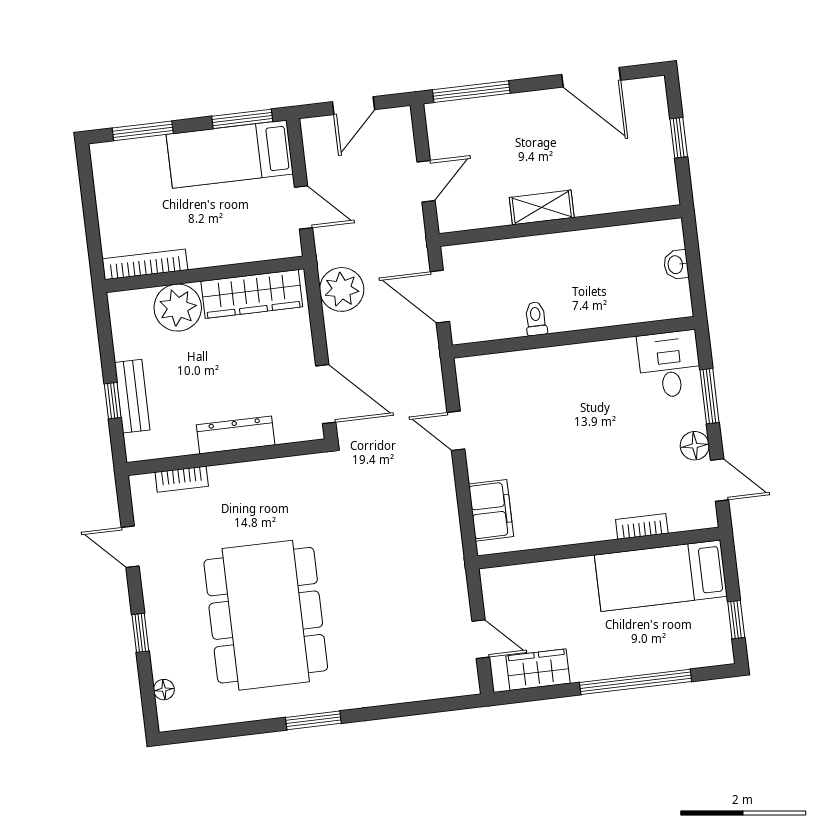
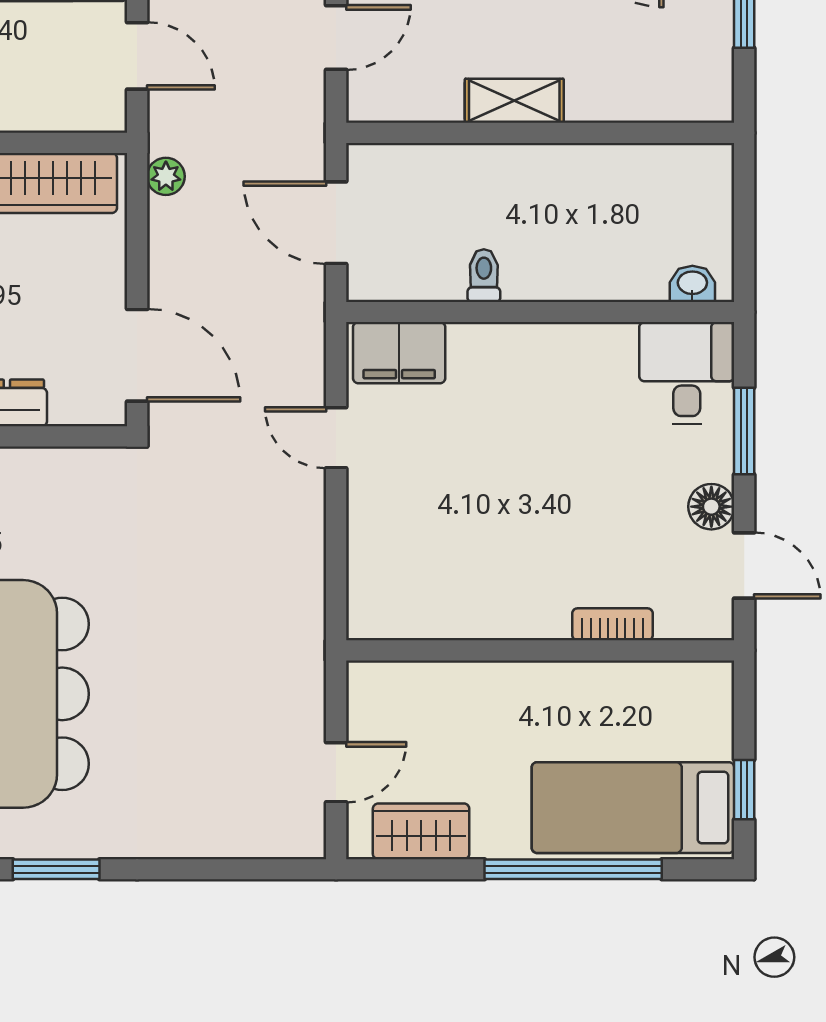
washbasin: (676, 265) -> (692, 284), moved, turned 90
plant: (342, 289) -> (166, 176), width x0.53, depth x0.53
filing cabinet: (491, 510) -> (399, 353), moved, turned 90
bed: (661, 576) -> (633, 808), moved
door: (481, 639) -> (336, 772), hinge flipped

